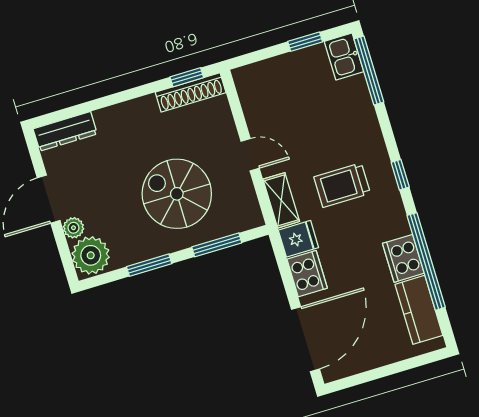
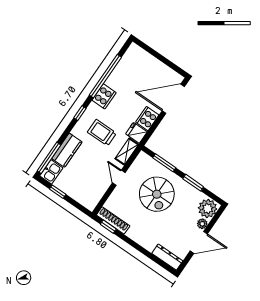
trolley: (342, 185) -> (102, 133), turned 180
cooker: (403, 258) -> (104, 96), moved
kitchen counter: (419, 310) -> (67, 150), moved

